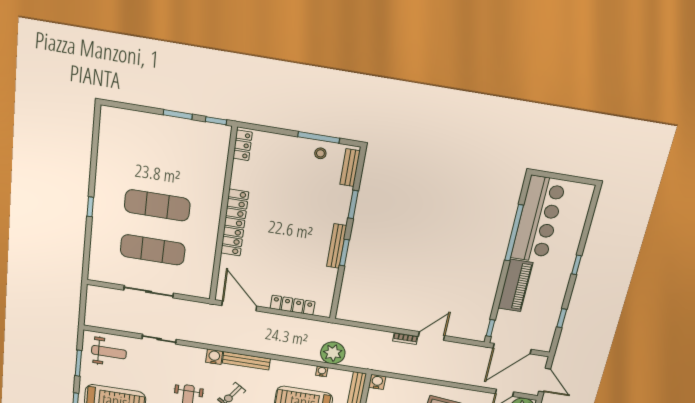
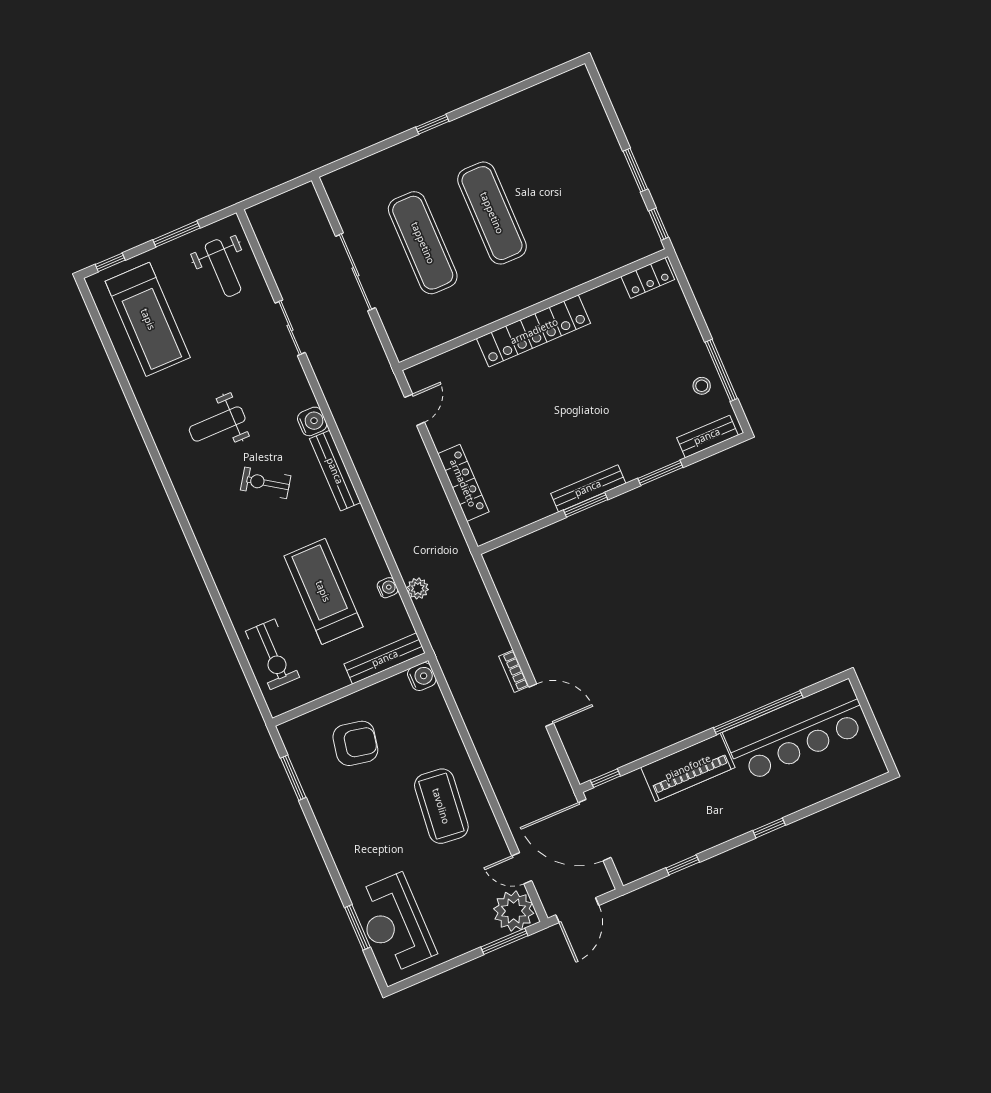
door: (239, 306) -> (415, 410), width x0.53
plant: (333, 353) -> (418, 588), width x0.53, depth x0.53

